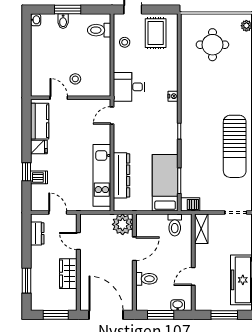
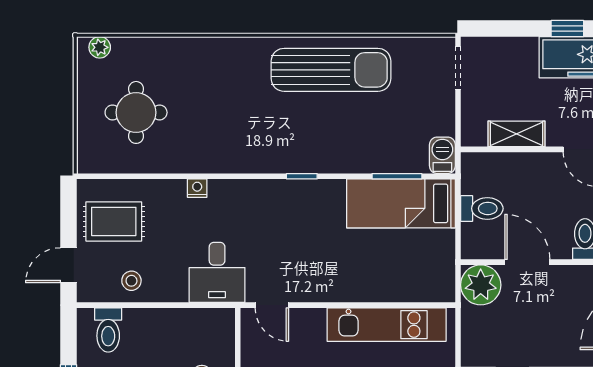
nightstand: (173, 96) -> (197, 188), moved
dresser: (121, 175) -> (387, 287), removed
toilet: (175, 225) -> (482, 208), moved
shelving: (201, 229) -> (516, 134), moved

